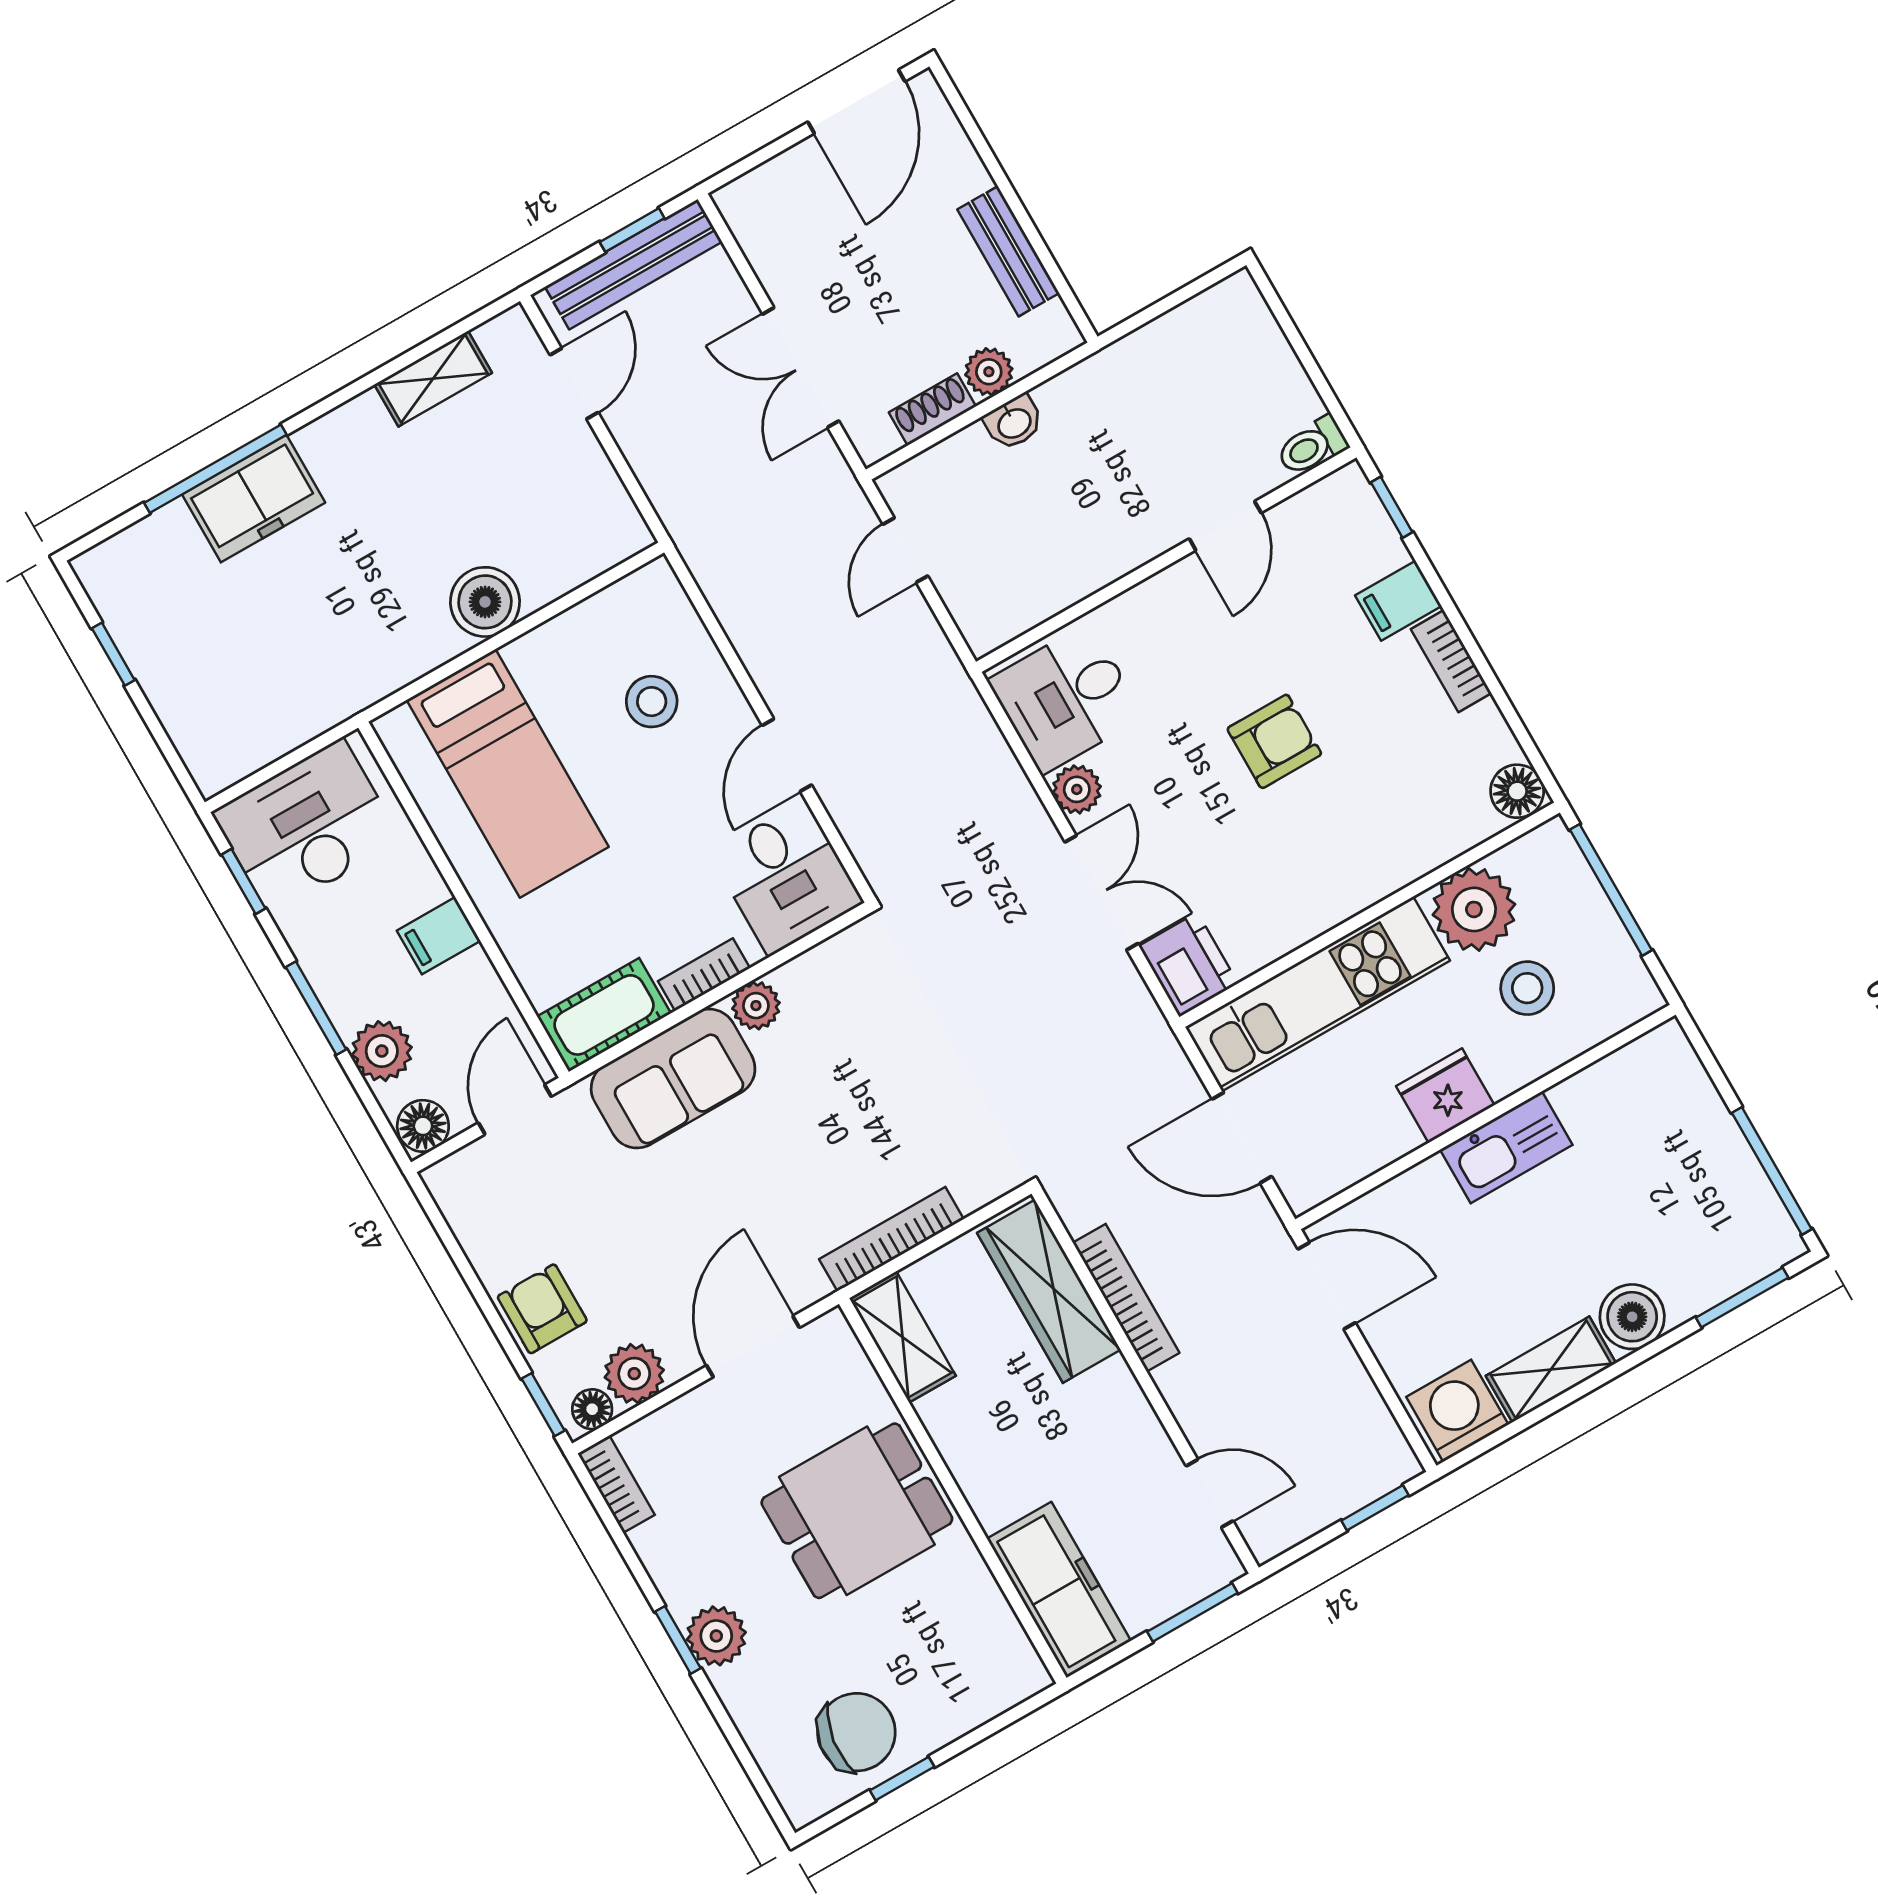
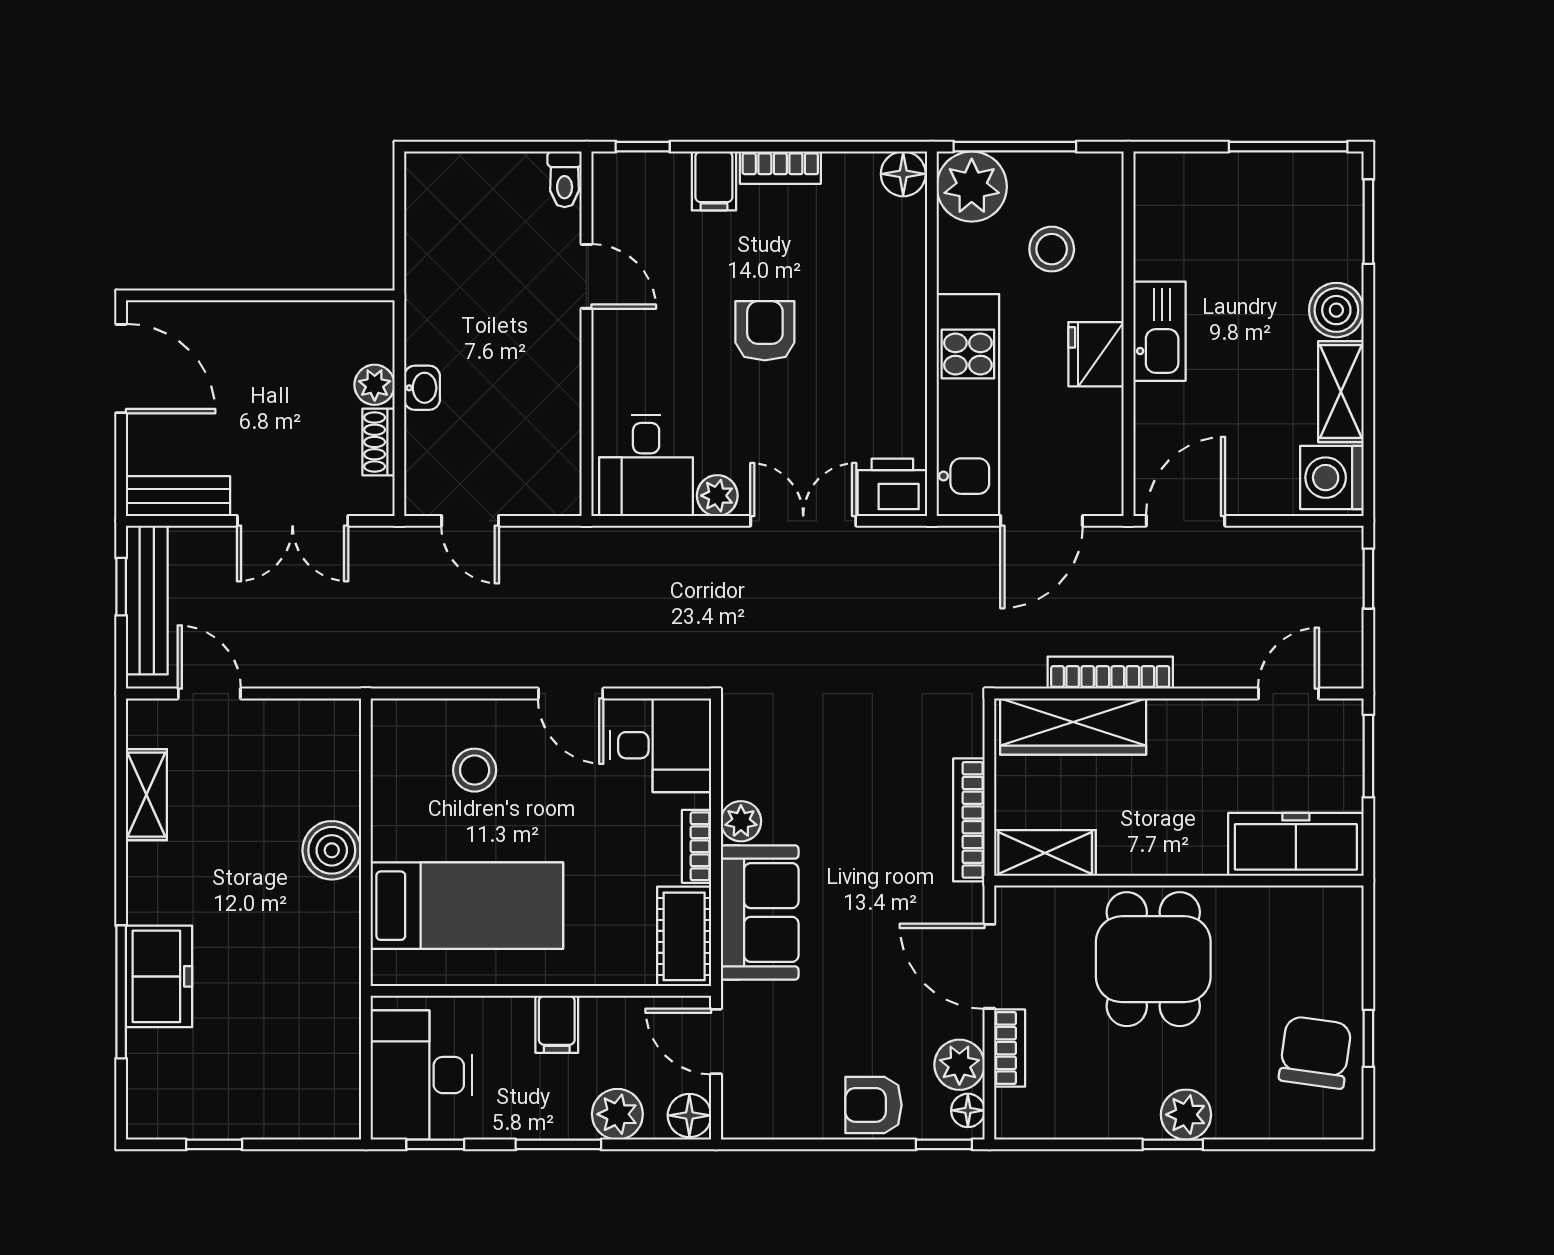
bench: (1008, 251) -> (178, 496), moved
plant: (1474, 909) -> (972, 187), moved
bookcase: (616, 1484) -> (1010, 1048), moved, turned 90

